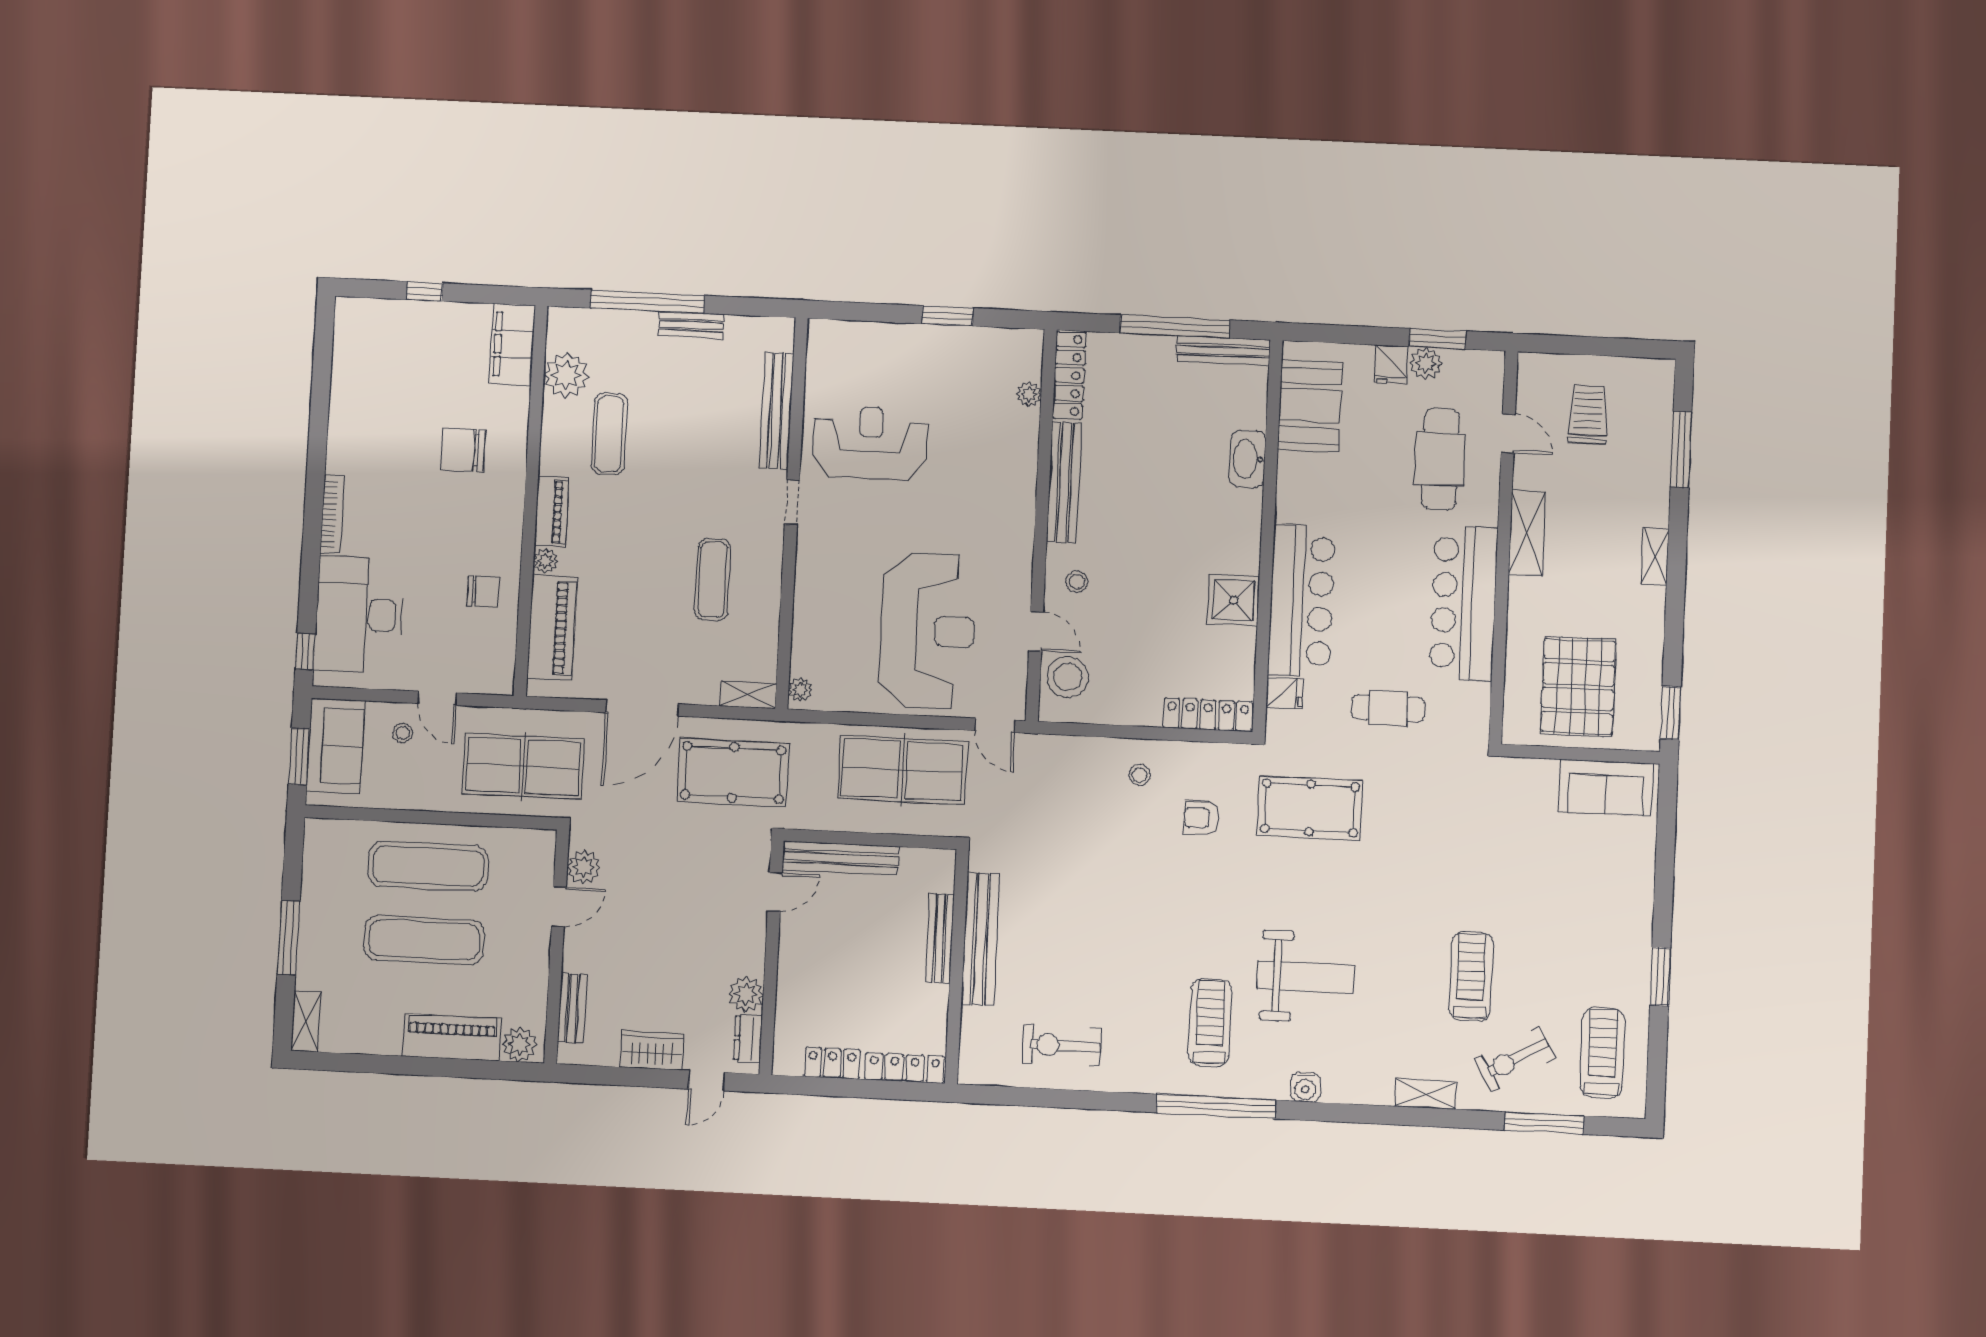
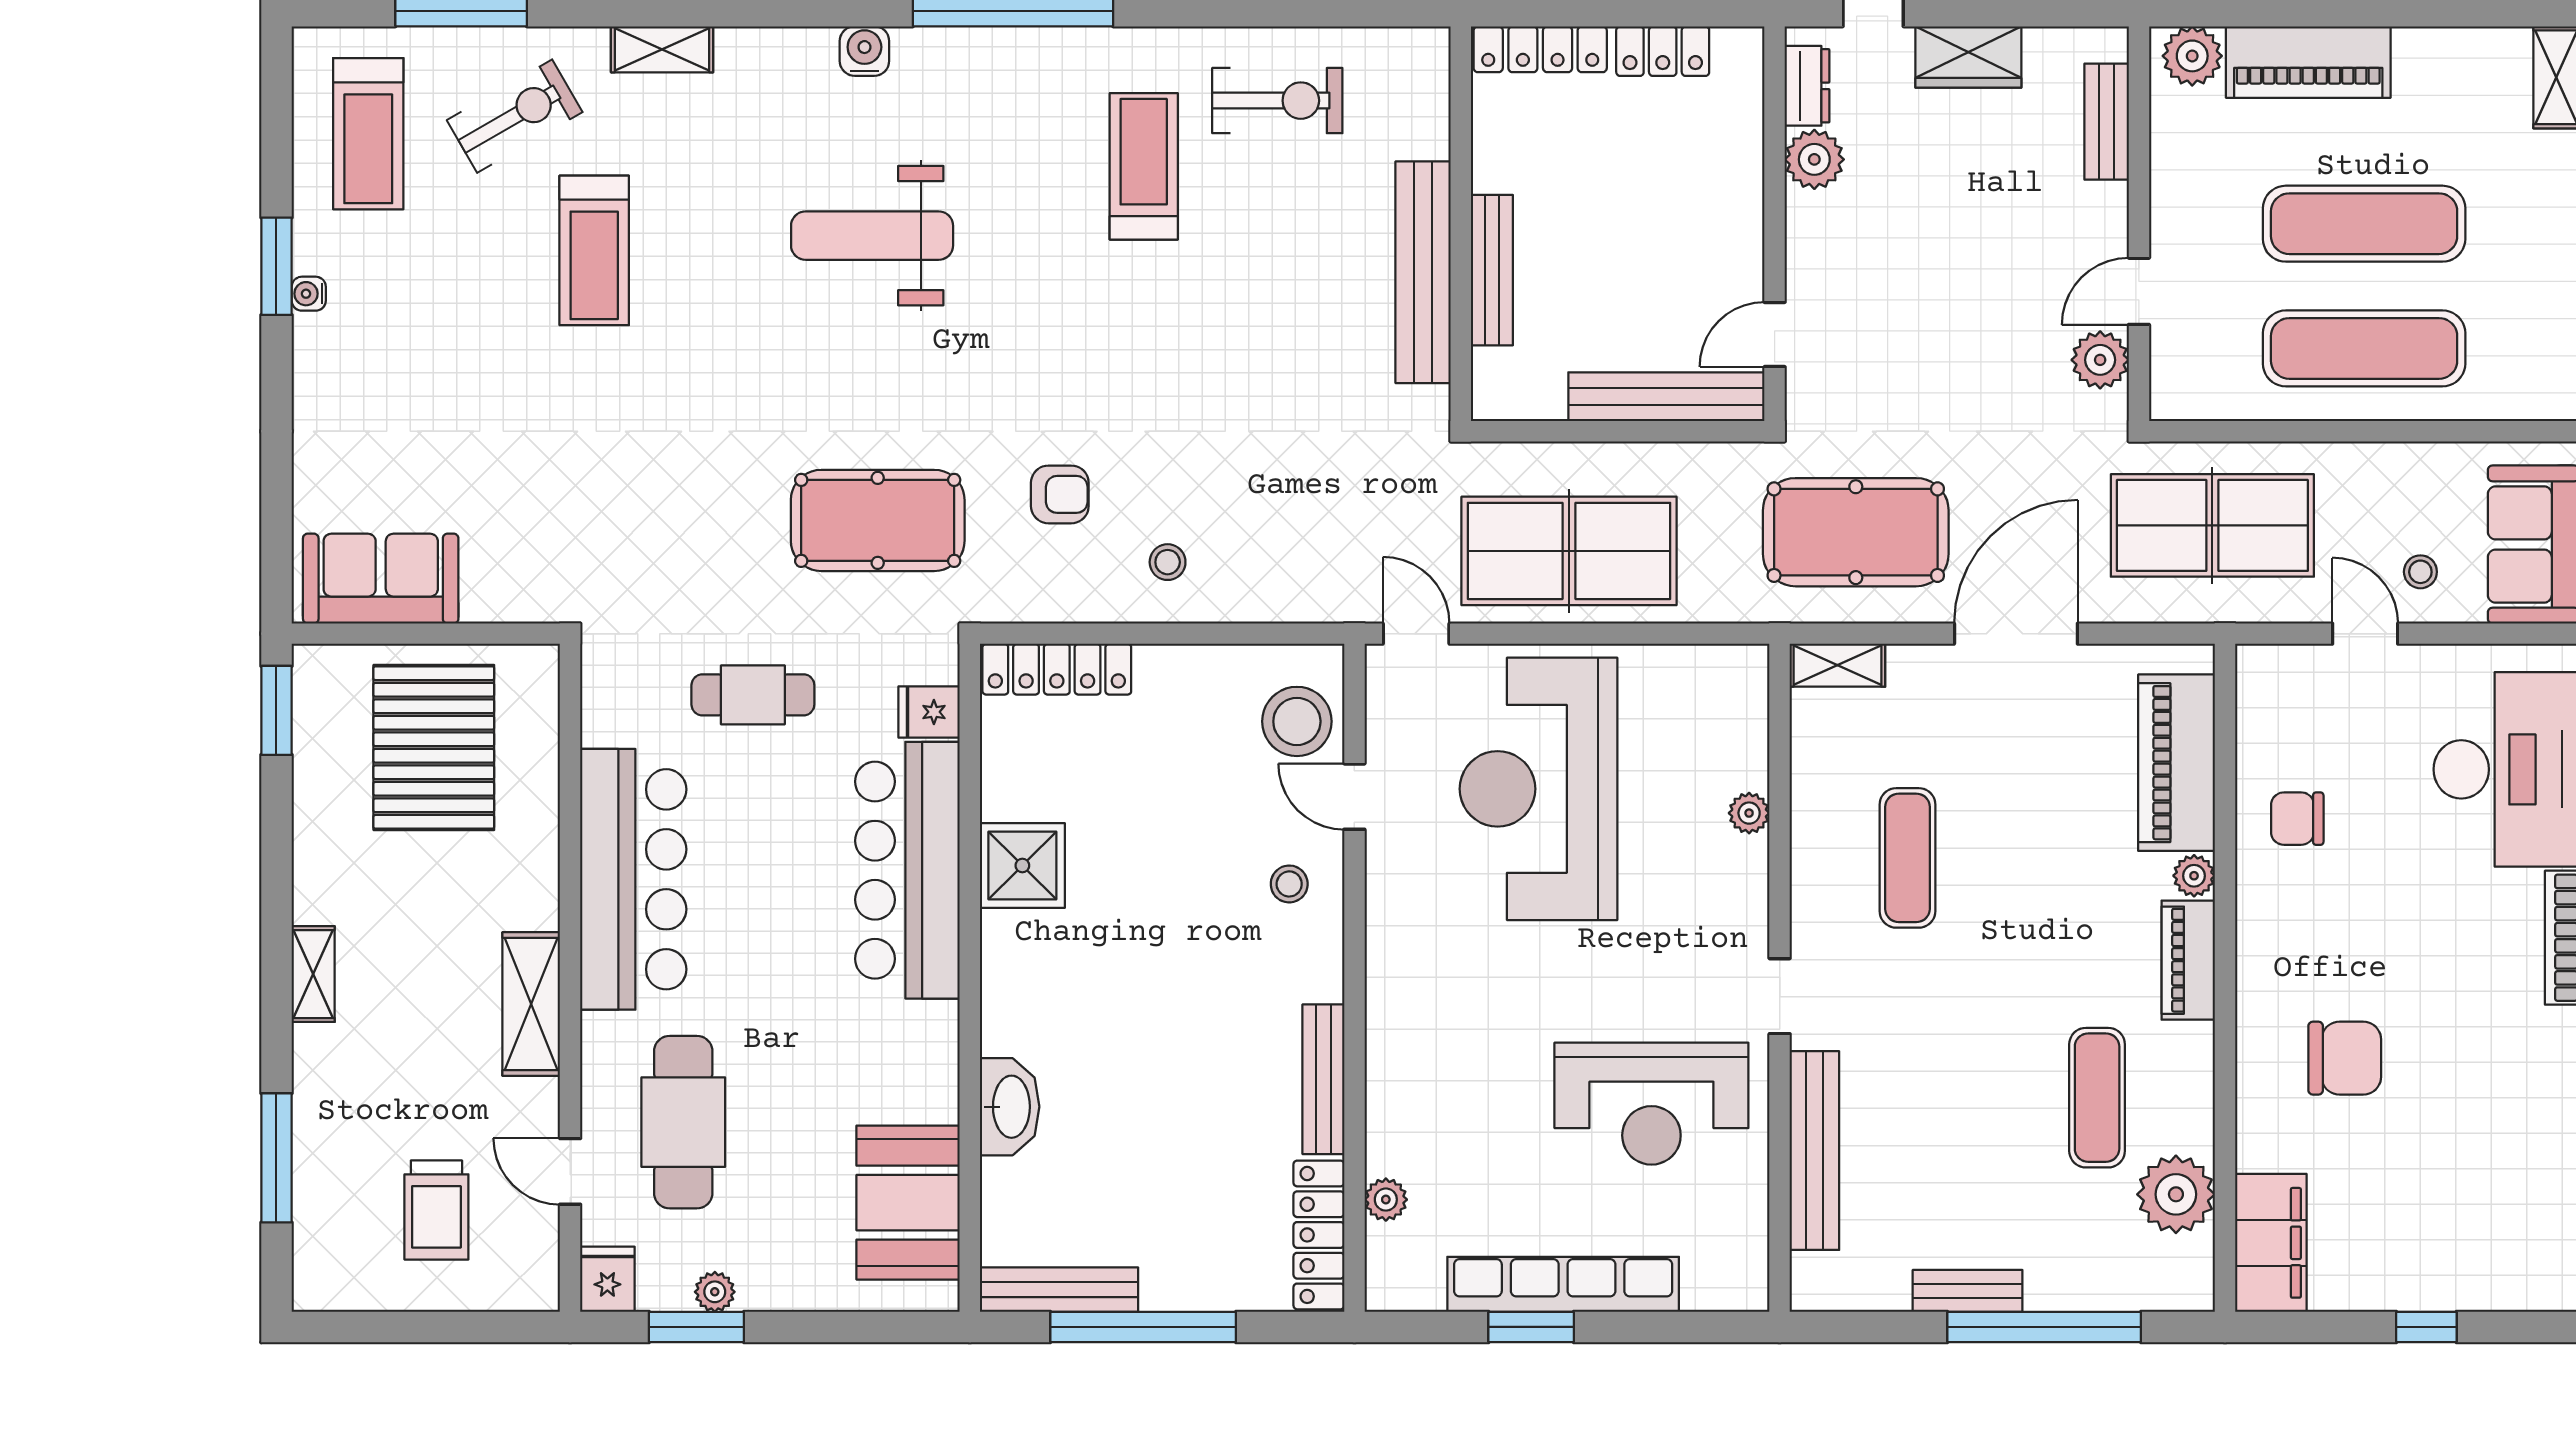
row of seats: (928, 340) -> (1563, 1284), added
plant: (1426, 363) -> (715, 1292), width x0.73, depth x0.73
fridge: (1391, 365) -> (607, 1279), moved
bench: (1064, 482) -> (1323, 1079), width x0.73, depth x0.82
plant: (800, 690) -> (1749, 813), moved
water cooler: (1642, 959) -> (309, 294), added
treadmill: (1210, 1022) -> (1144, 166), moved, turned 180

